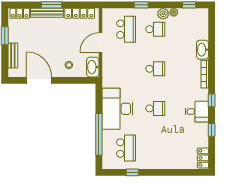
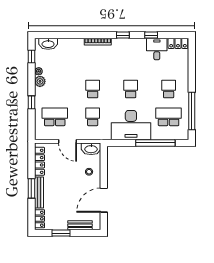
school desk: (155, 29) -> (93, 117), moved
washbasin: (202, 50) -> (48, 44), moved
desk: (197, 112) -> (157, 49), moved
school desk: (155, 148) -> (169, 89), added
window: (132, 172) -> (192, 111), width x3.17

